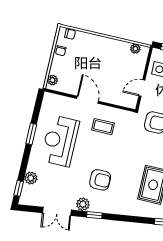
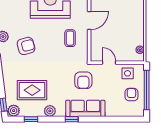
armchair: (100, 180) -> (26, 46), turned -105

